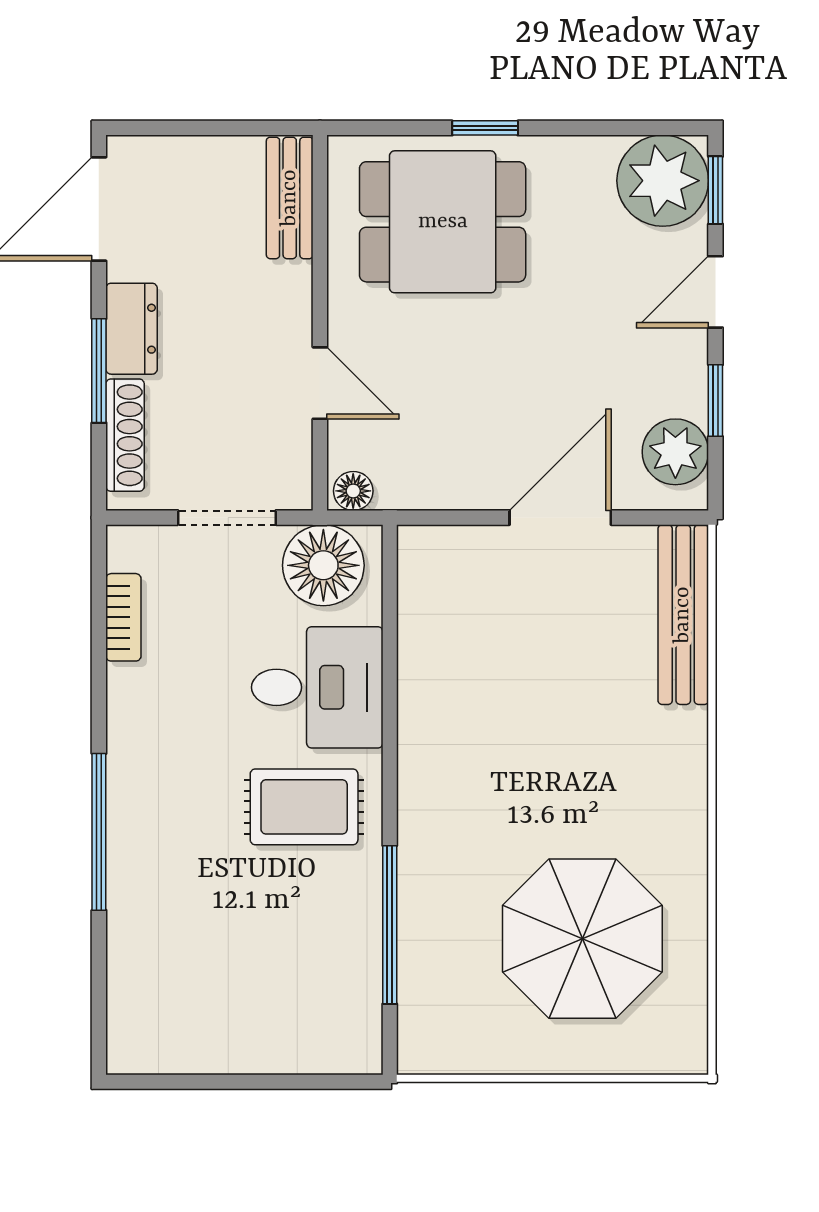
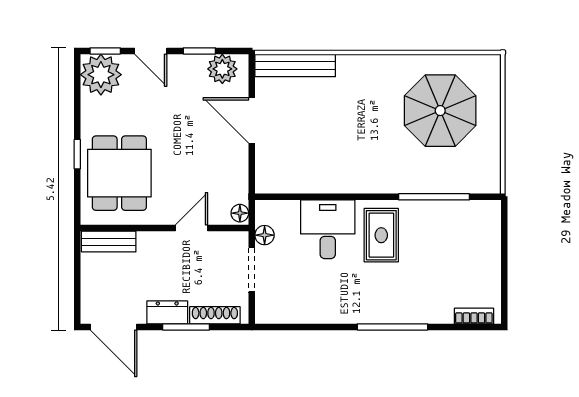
floor lamp: (323, 565) -> (265, 235), width x0.53, depth x0.53
bookcase: (123, 617) -> (474, 316), moved

